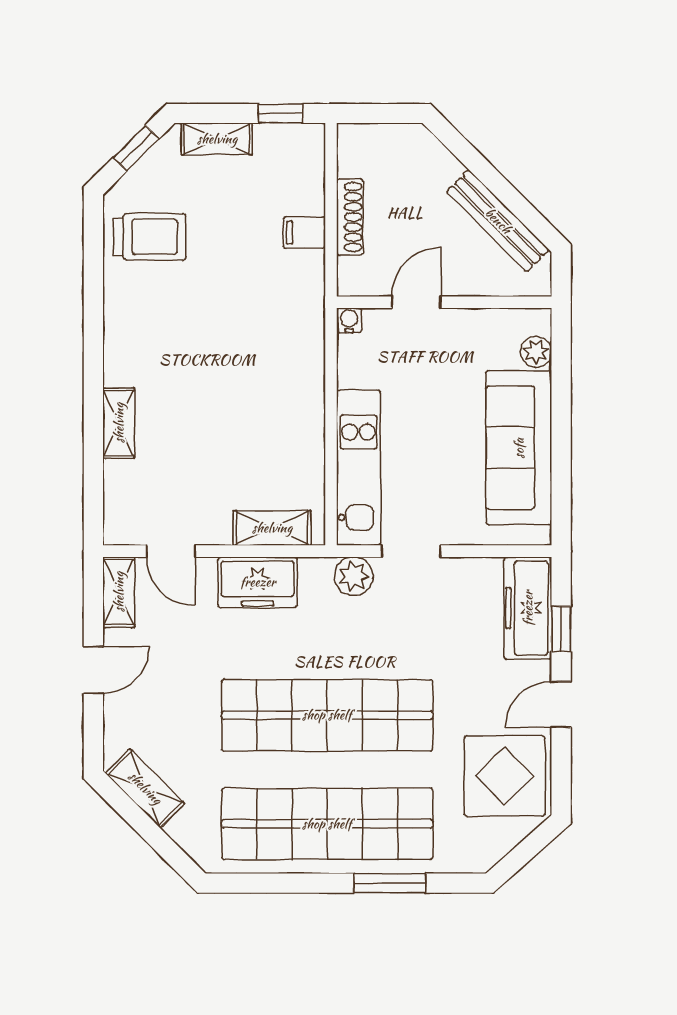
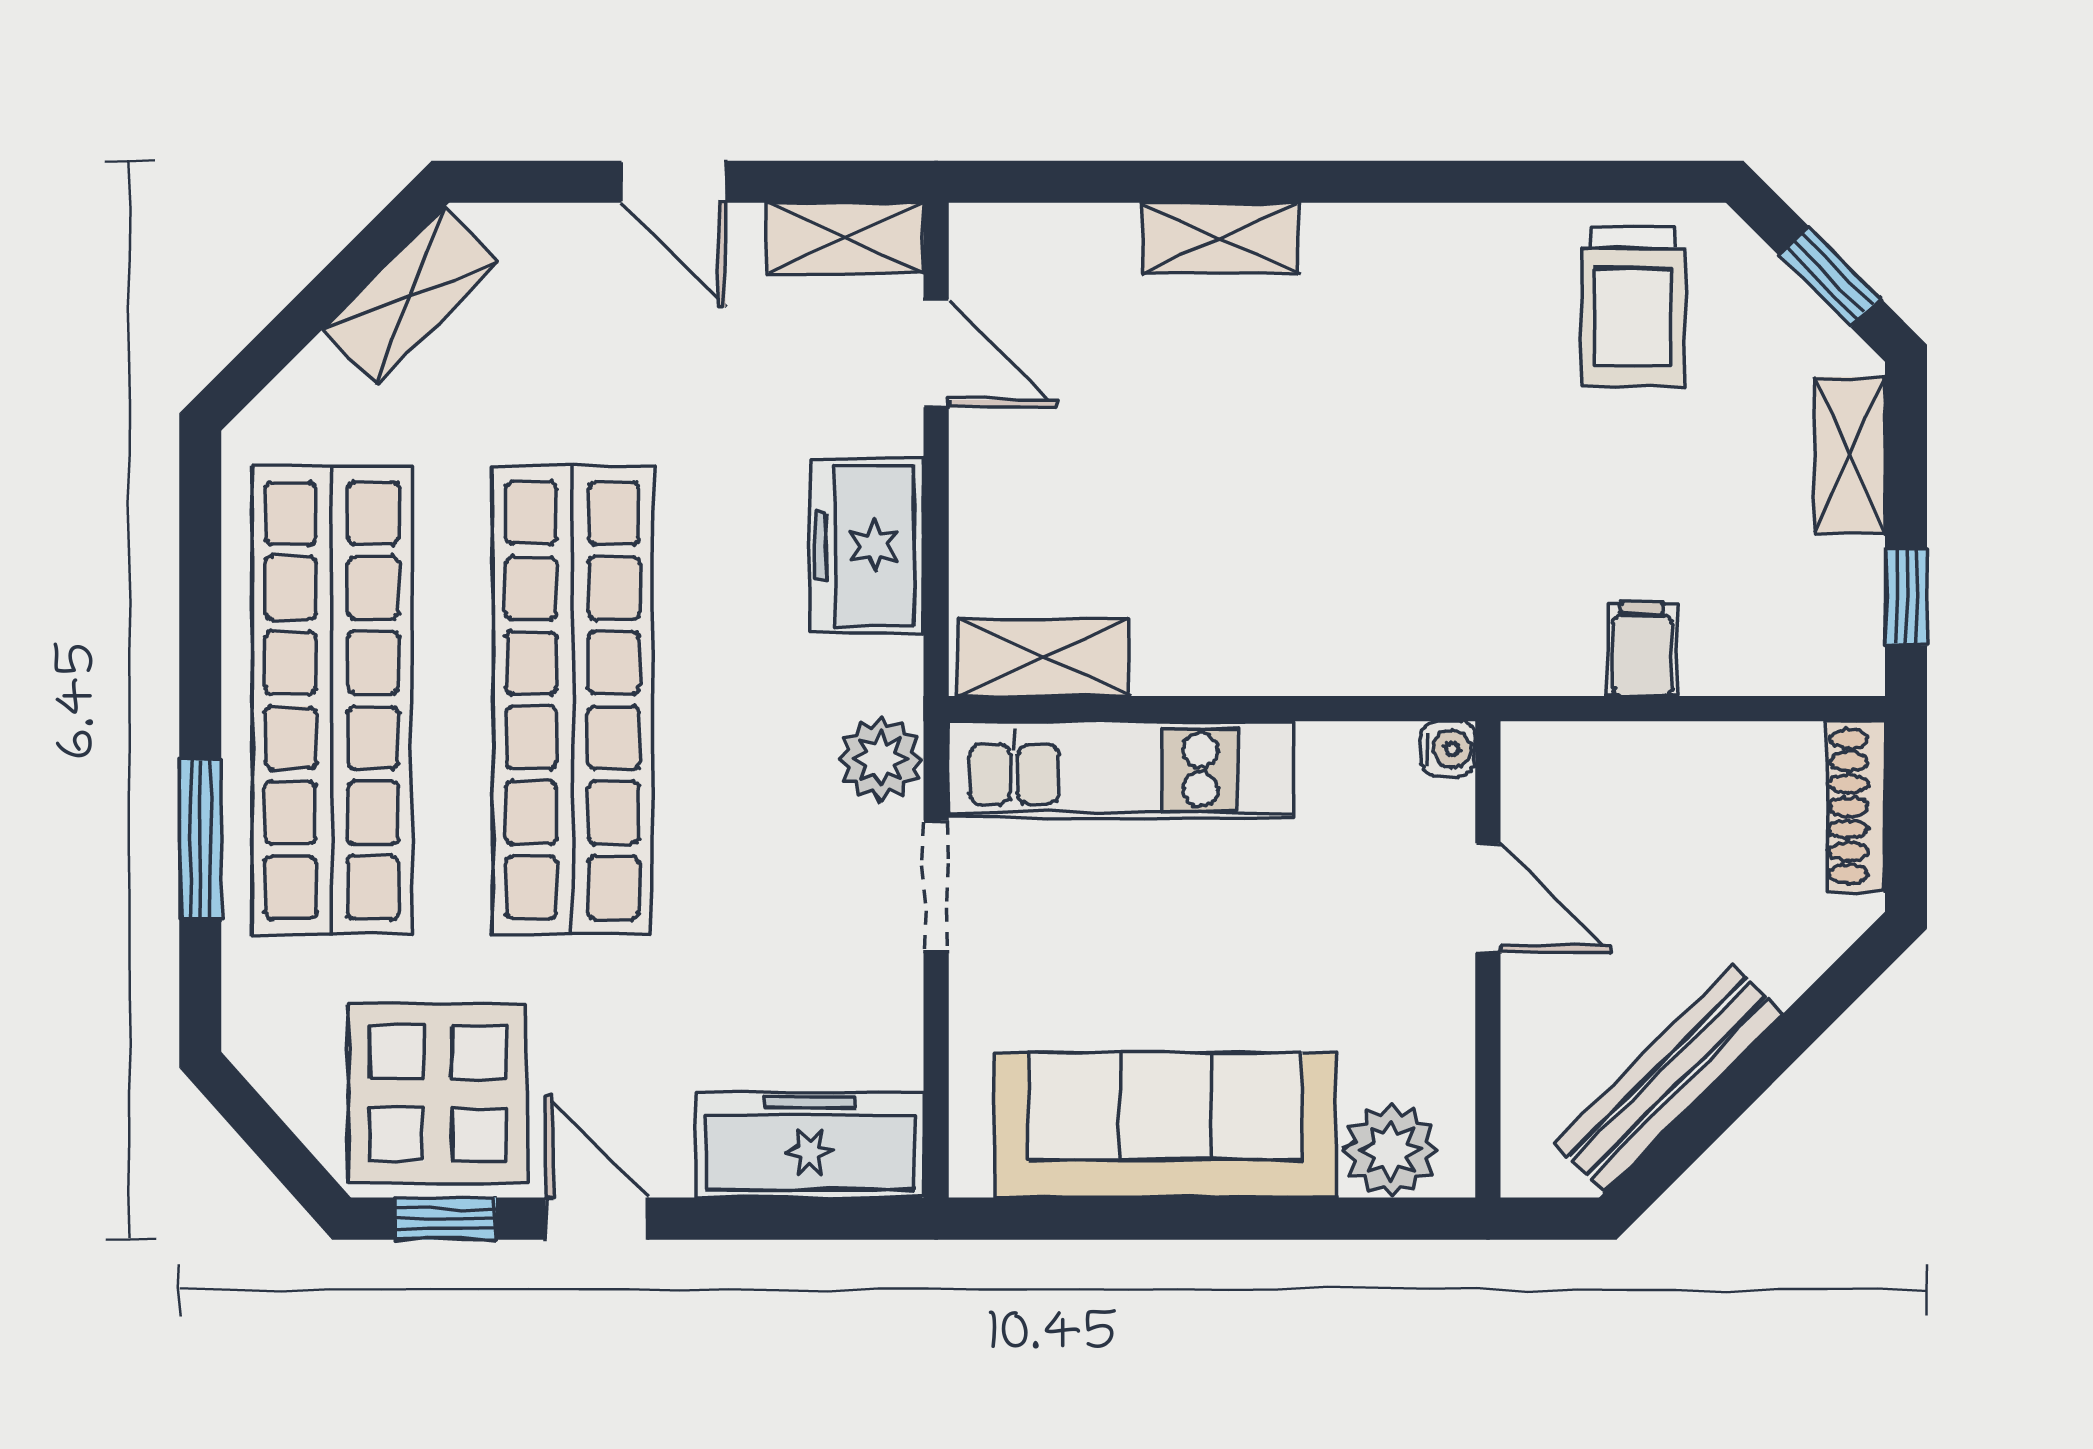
shoe rack: (350, 217) -> (1856, 807), moved, turned 90
plant: (536, 352) -> (1391, 1150), width x1.38, depth x1.38
shelving: (272, 528) -> (1044, 657), moved, turned 90
door: (171, 551) -> (936, 353), swing flipped
window: (561, 629) -> (446, 1219), moved

